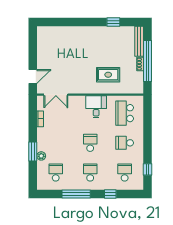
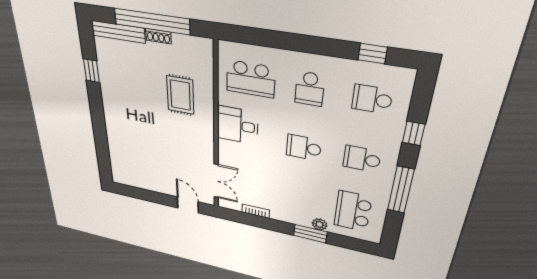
school desk: (56, 173) -> (353, 211), width x1.85

